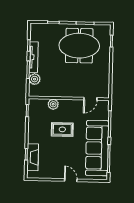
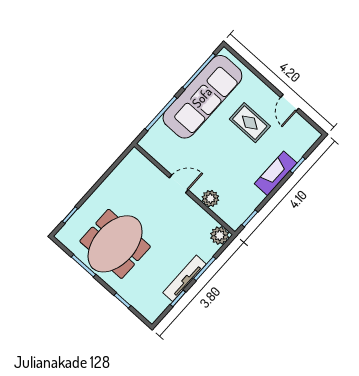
meeting table: (79, 46) -> (115, 244), turned 90
plant: (35, 79) -> (220, 235), moved
door: (90, 99) -> (179, 184), moved
rug: (62, 129) -> (250, 123), moved
fireplace: (33, 157) -> (276, 173), moved
door: (71, 180) -> (290, 103), moved

